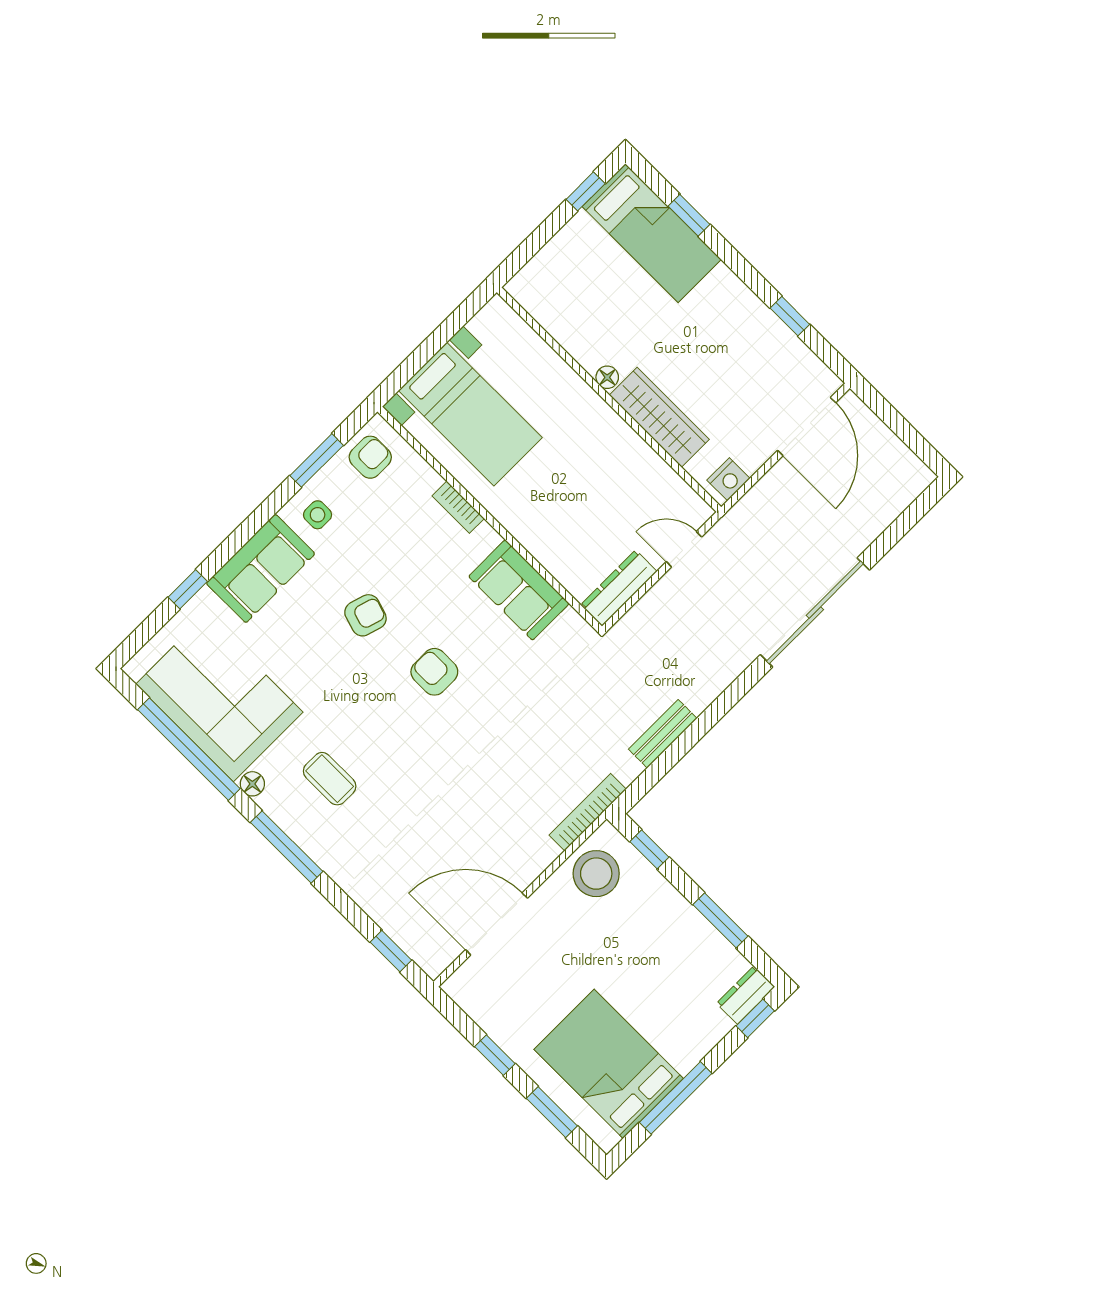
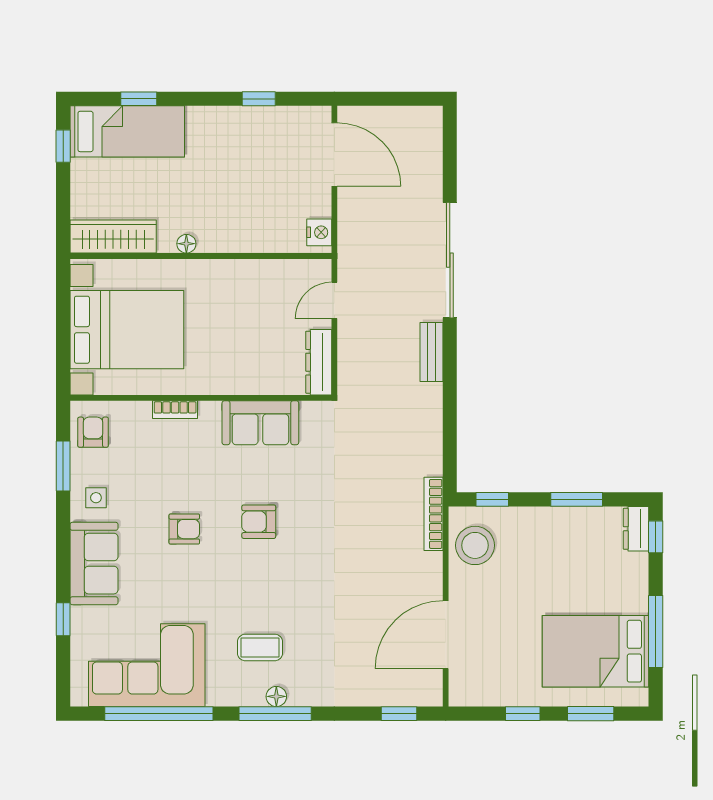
bed with nightstands: (470, 414) -> (127, 330), width x1.36
wardrobe: (659, 417) -> (113, 237), moved
armchair: (365, 615) -> (184, 529), turned 73
bench: (663, 734) -> (432, 352), moved
floor lamp: (252, 784) -> (276, 696), moved

